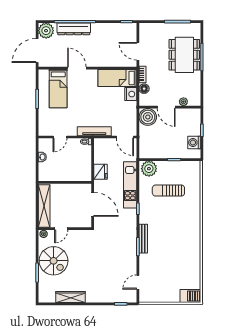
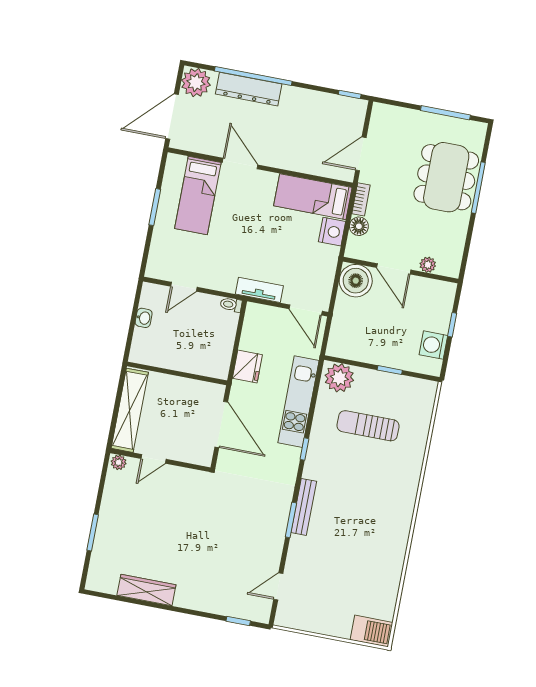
door: (138, 51) -> (361, 154), hinge flipped
tv unit: (94, 131) -> (259, 290), width x0.71
spiral stairs: (54, 261) -> (128, 516), removed

